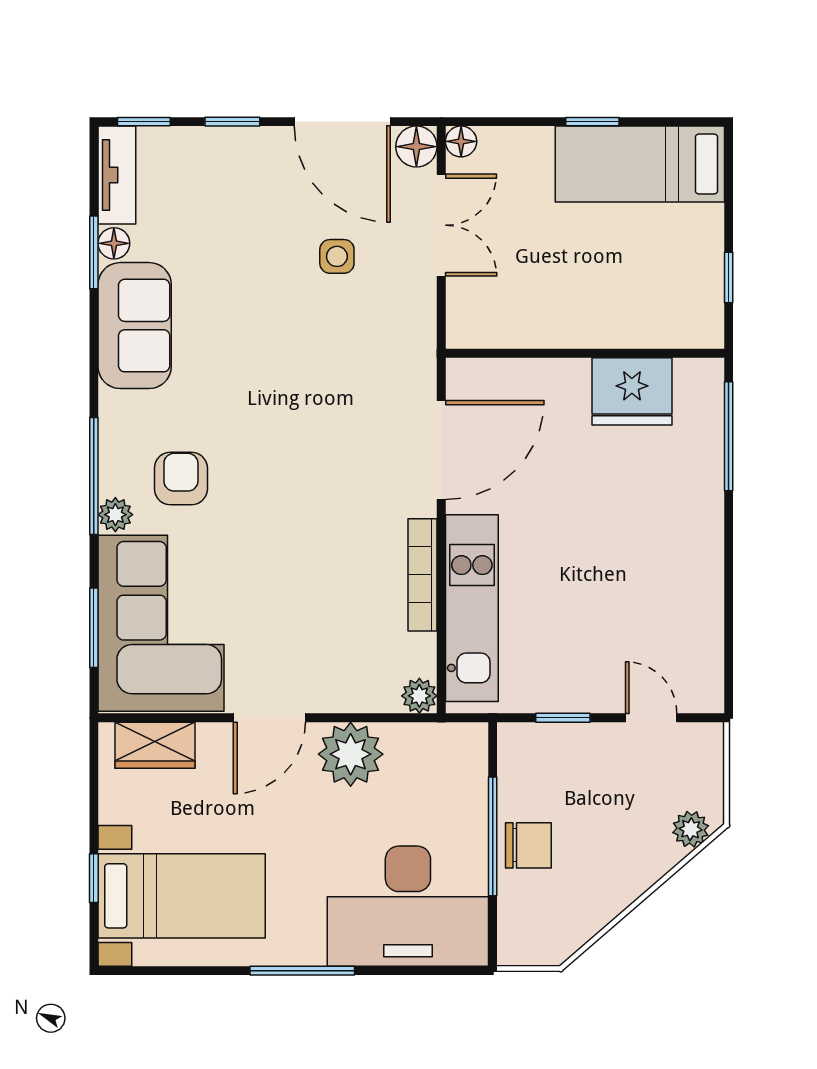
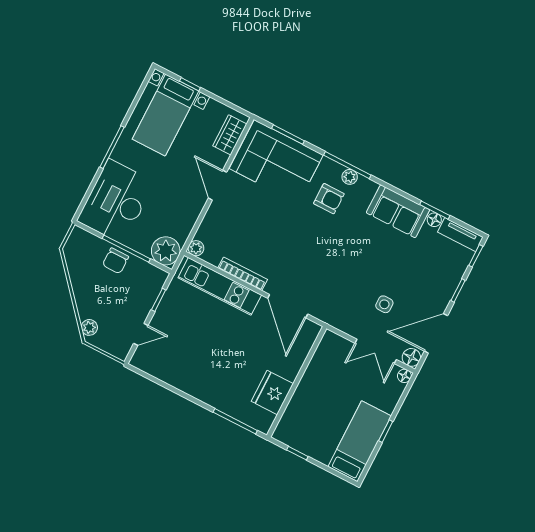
plant: (115, 515) -> (350, 177), moved
plant: (351, 754) -> (166, 251), moved

